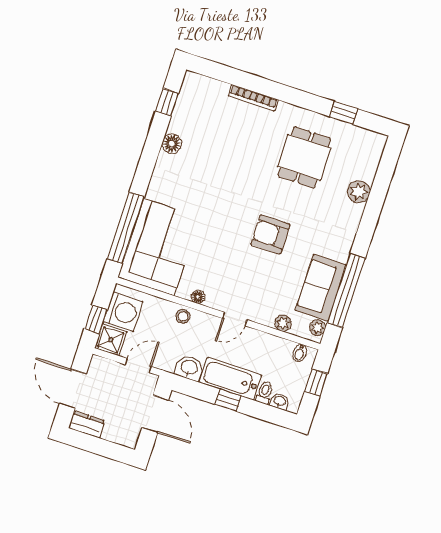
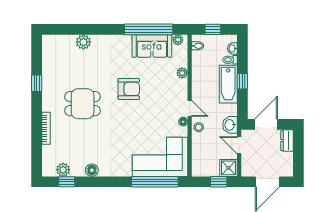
plant: (186, 103) -> (63, 170), added
window: (344, 113) -> (37, 83), moved
dining table: (304, 157) -> (83, 104), moved
armchair: (270, 235) -> (129, 89), turned -90
washing machine: (123, 312) -> (208, 166), removed
door: (235, 319) -> (190, 108), moved
plant: (283, 323) -> (182, 73), moved
washbasin: (189, 368) -> (230, 125), moved
dresser: (87, 424) -> (287, 141), moved

